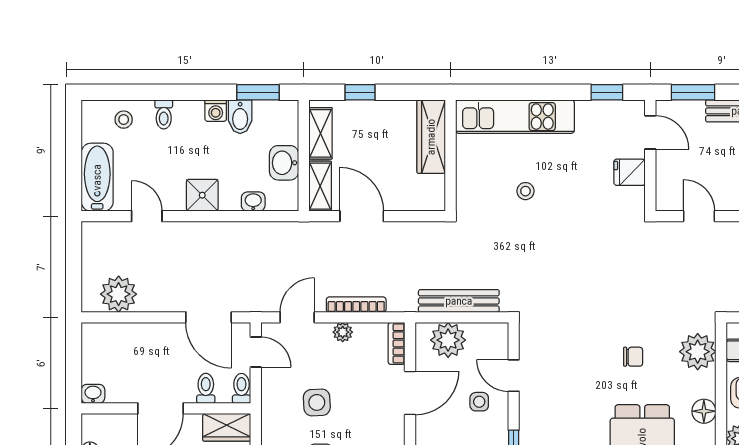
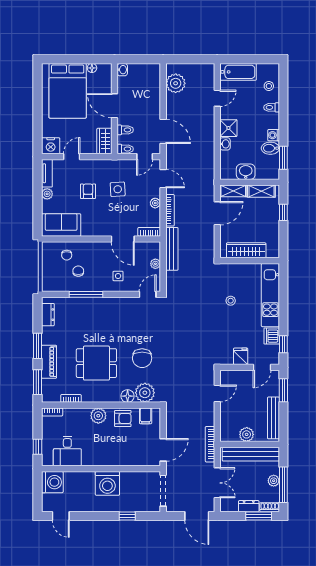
dishwasher: (592, 114) -> (272, 336), added
wardrobe: (431, 137) -> (246, 250), moved
washbasin: (253, 202) -> (225, 144), moved
bench: (459, 301) -> (172, 249), moved
door: (209, 317) -> (163, 131), swing flipped
plant: (448, 340) -> (155, 264), width x0.53, depth x0.53
chair: (633, 357) -> (142, 358), width x1.87, depth x1.87
door: (514, 376) -> (148, 294), moved
floor lamp: (704, 411) -> (128, 396), moved

